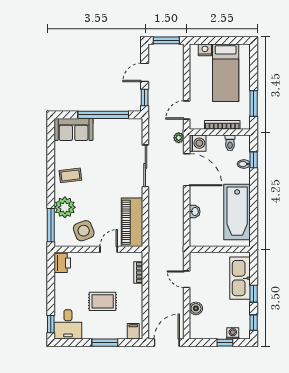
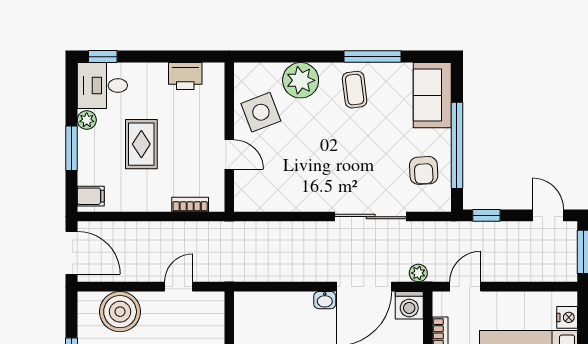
door: (145, 72) -> (548, 215), moved
door: (187, 110) -> (465, 287), hinge flipped
armchair: (118, 135) -> (424, 170), added
washbasin: (195, 212) -> (325, 300), moved
piano: (132, 222) -> (275, 194), removed
window: (51, 225) -> (373, 57), moved
printer: (62, 263) -> (185, 76), moved
boiler: (196, 308) -> (120, 312), width x1.86, depth x1.86
plant: (88, 334) -> (87, 120), added

